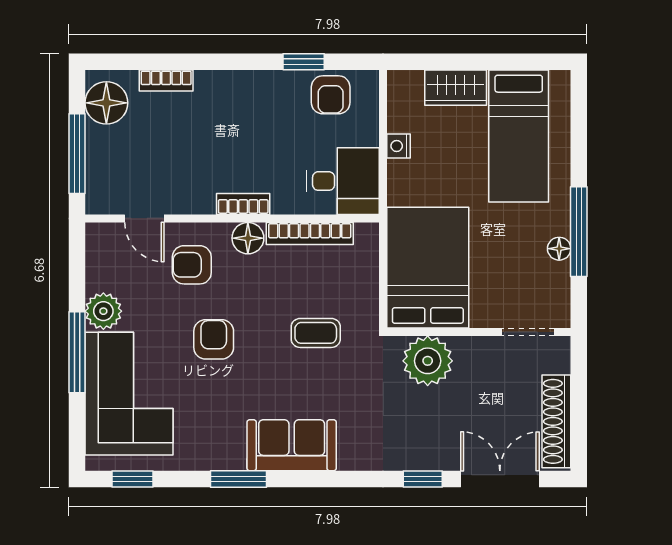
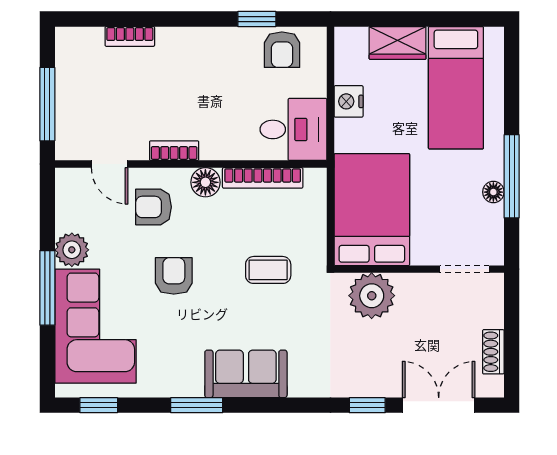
floor lamp: (106, 103) -> (75, 57), removed
nightstand: (399, 146) -> (349, 101), width x1.39, depth x1.35
bookcase: (243, 204) -> (174, 151), moved
shoe rack: (556, 421) -> (493, 352), width x0.51, depth x0.81

